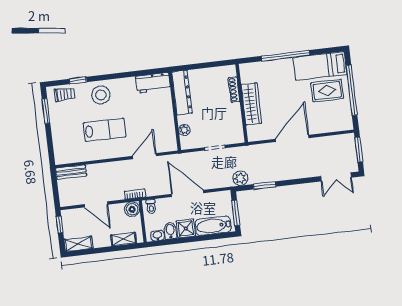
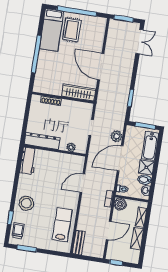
wardrobe: (251, 104) -> (79, 93), moved
lab bench: (105, 130) -> (62, 225), moved
door: (144, 156) -> (82, 183), hinge flipped
plant: (240, 178) -> (116, 136), moved
shelving: (78, 244) -> (137, 238), moved

